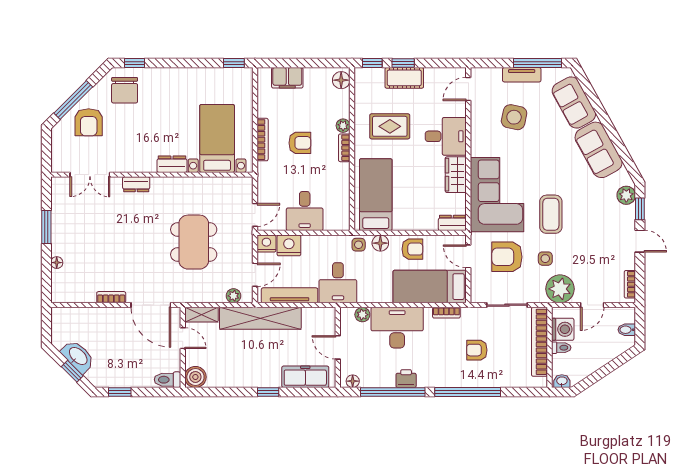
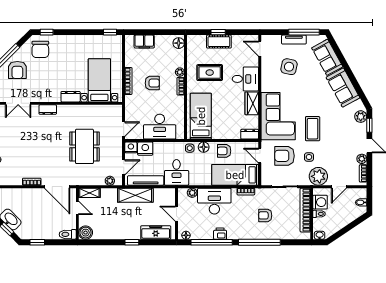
window: (372, 63) -> (198, 32), removed
door: (468, 89) -> (260, 49), hinge flipped
desk: (305, 211) -> (160, 127), width x1.37
armchair: (412, 249) -> (224, 151), turned 180
plant: (628, 261) -> (362, 159), added
shelving: (260, 318) -> (135, 195), width x0.68

